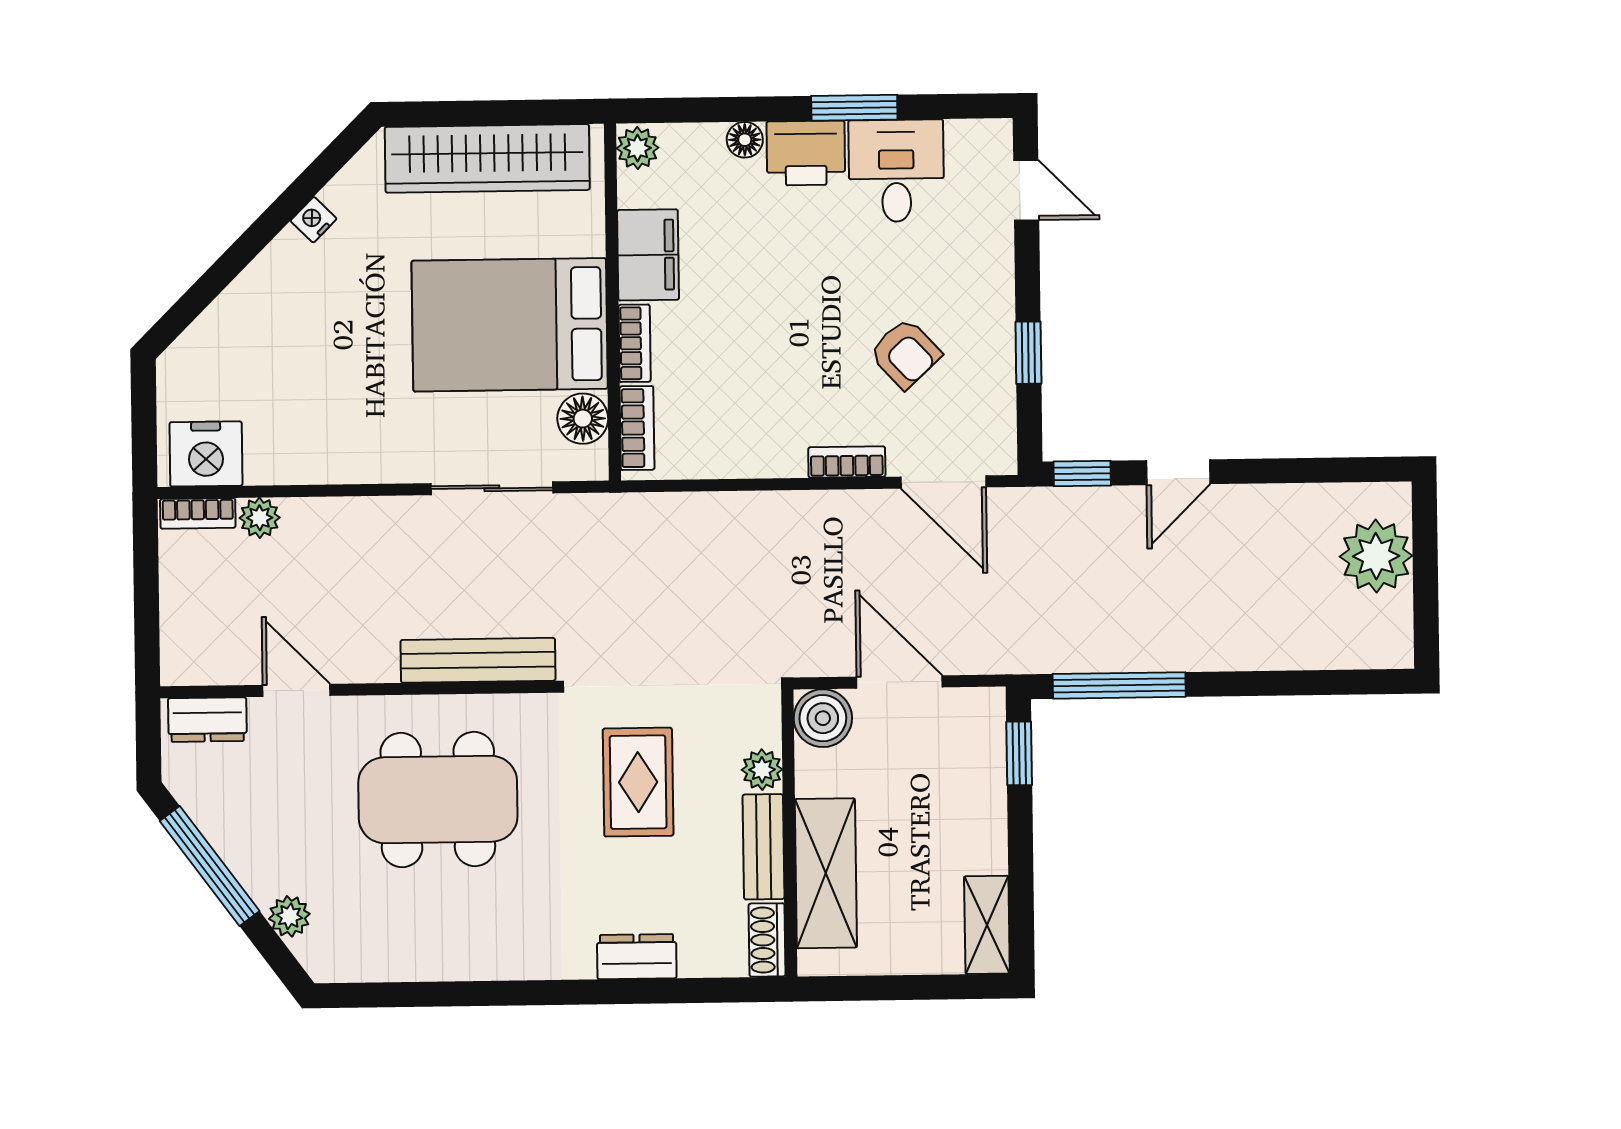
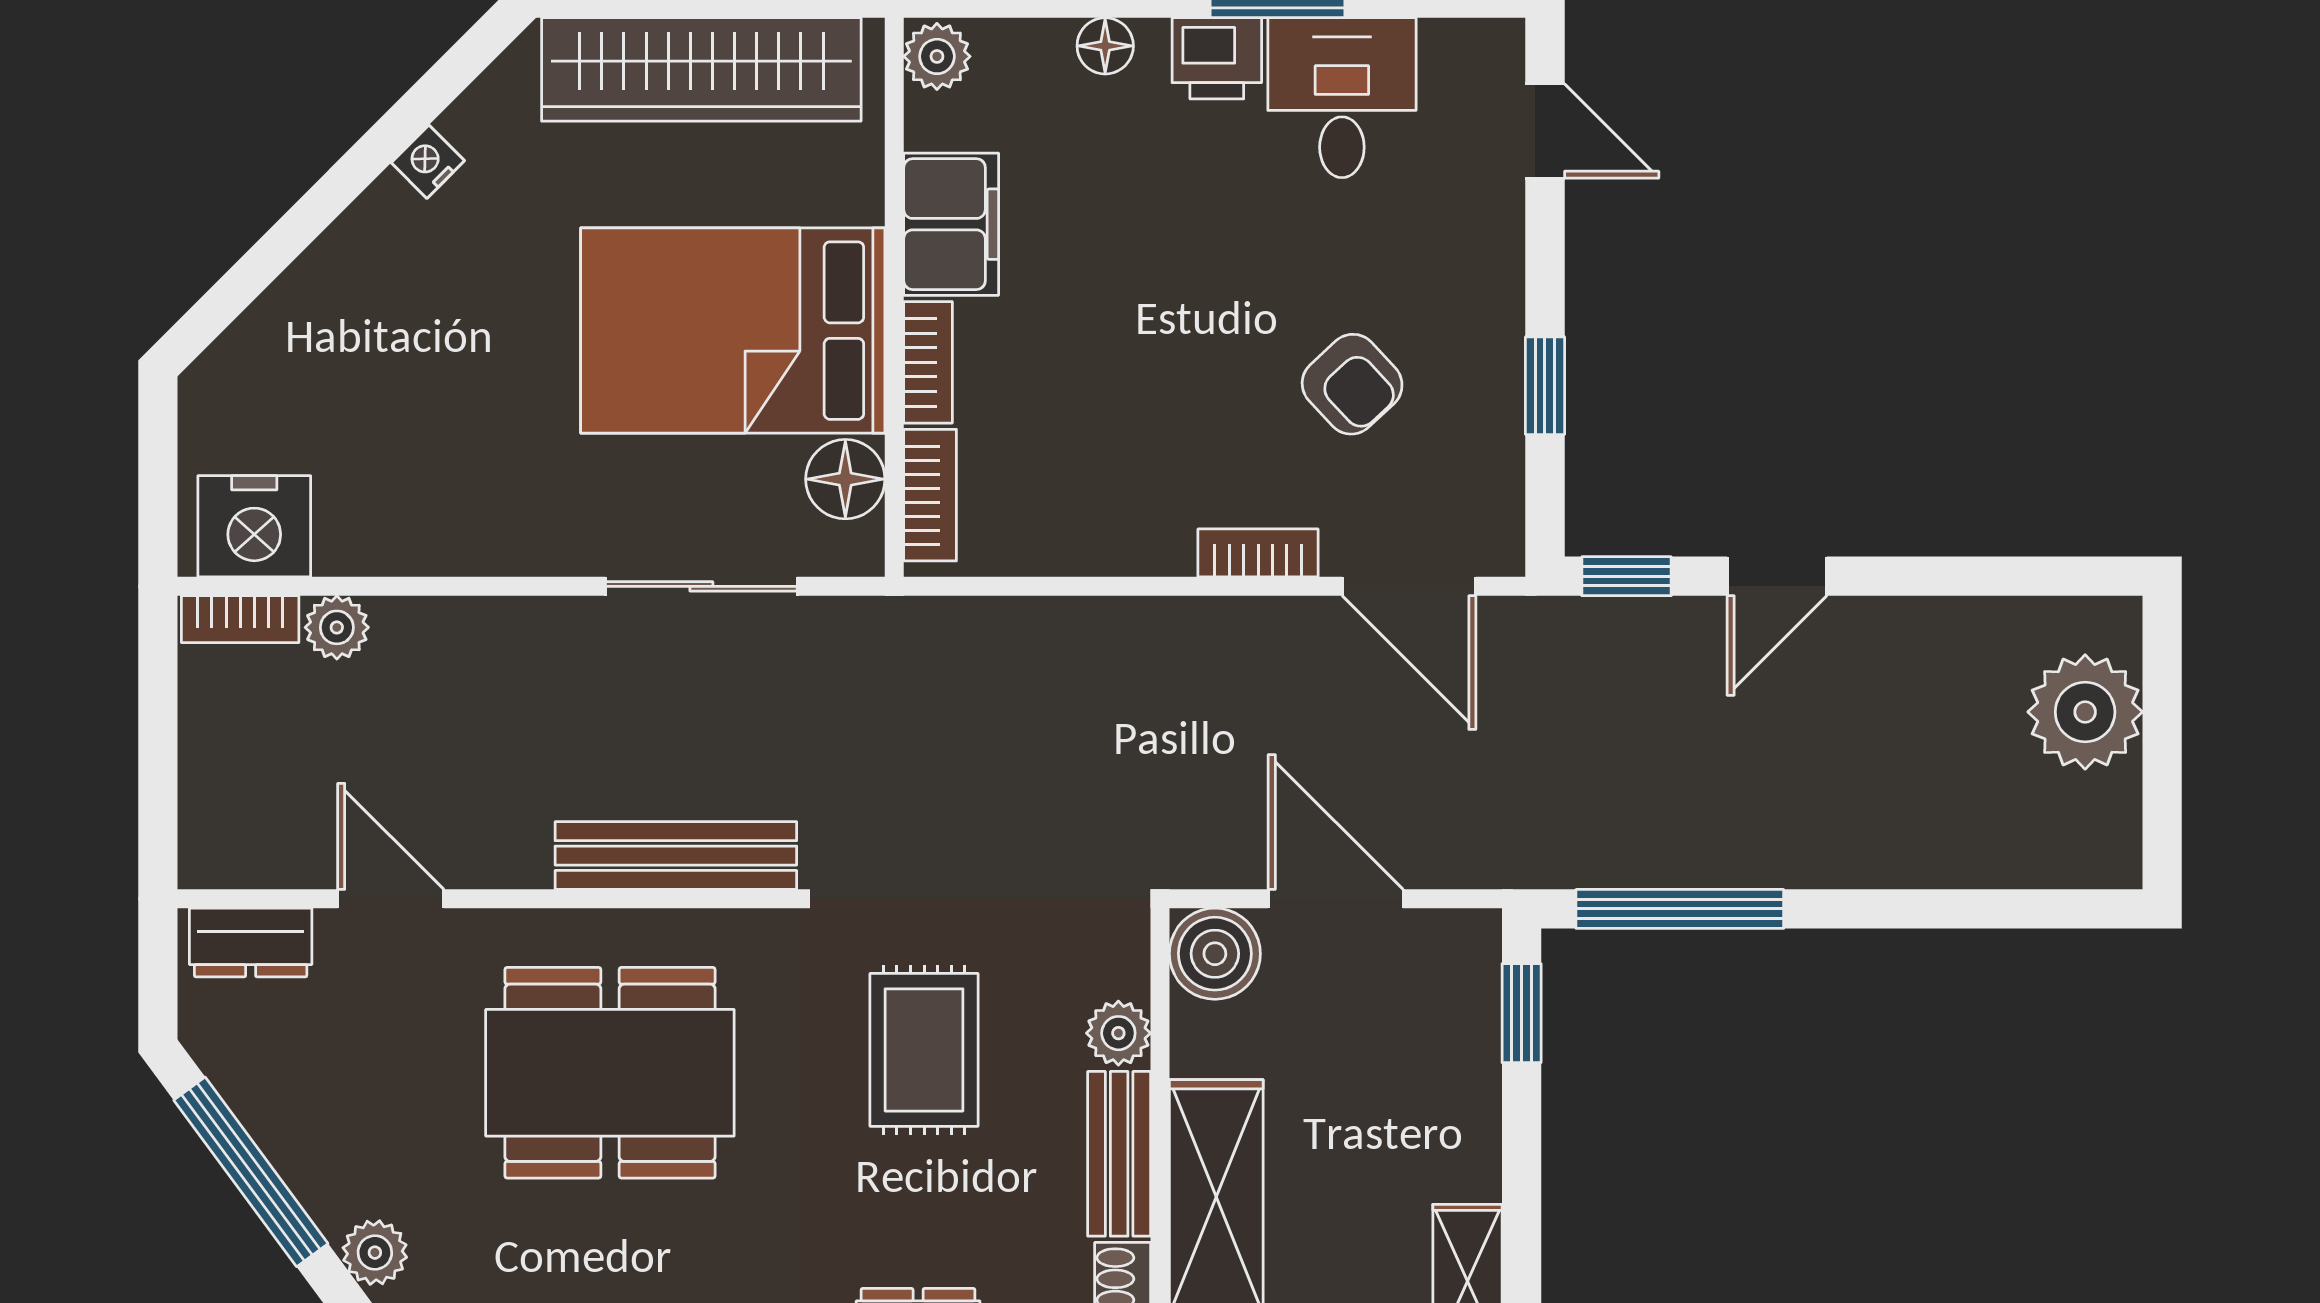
printer: (806, 153) -> (1217, 58), width x0.73, depth x0.81

